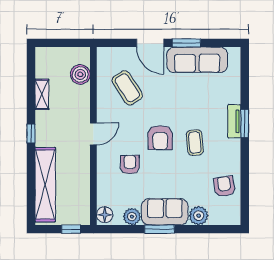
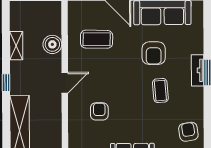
boiler: (80, 74) -> (52, 44), moved
coffee table: (127, 88) -> (97, 39), turned -56
armchair: (160, 138) -> (154, 53), moved

